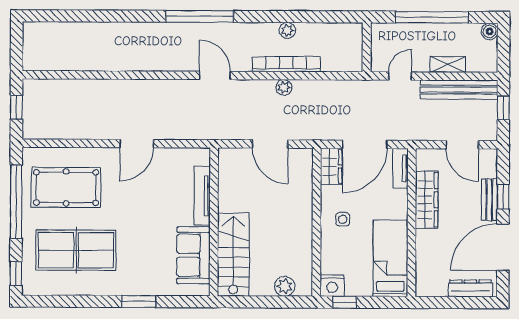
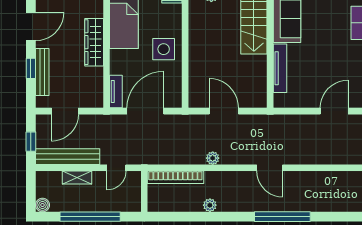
bookcase: (286, 64) -> (175, 177), moved
door: (462, 145) -> (65, 111), swing flipped
wardrobe: (331, 166) -> (173, 93), removed
wardrobe: (427, 200) -> (94, 42), moved
bench: (489, 200) -> (42, 72), width x1.36
side table: (343, 219) -> (164, 49), width x1.87, depth x1.87
door: (503, 247) -> (31, 26), width x0.73

